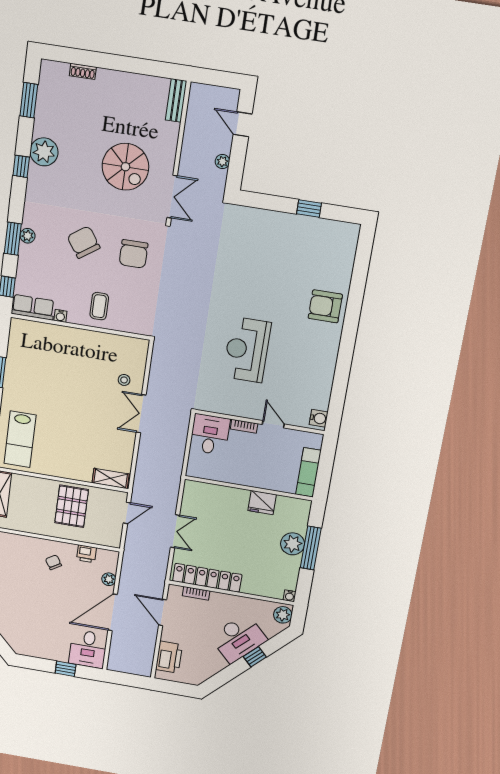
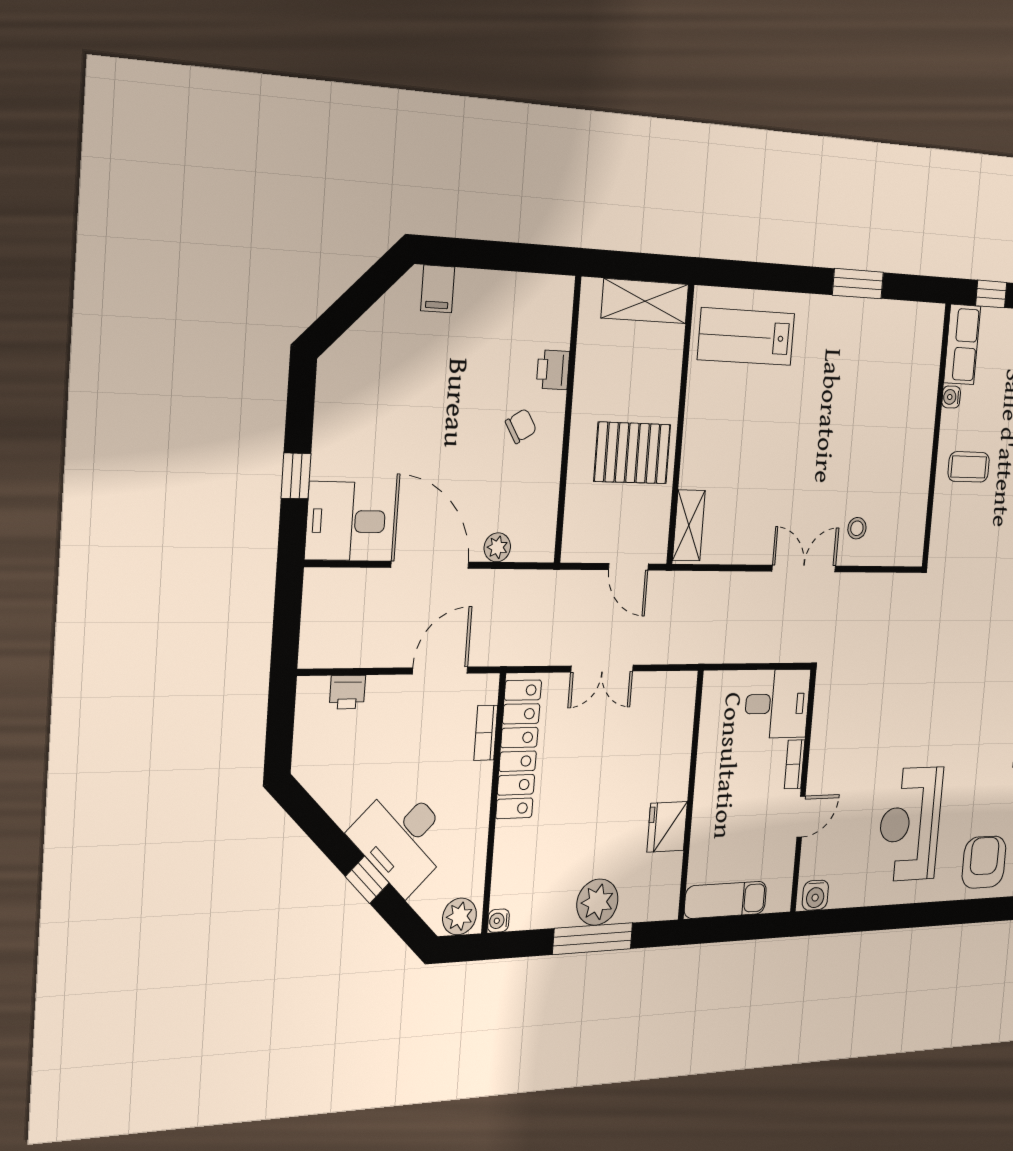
reception desk: (247, 350) -> (910, 824), moved, turned -90
printer: (86, 554) -> (553, 370), moved
printer: (169, 657) -> (347, 692), width x0.53, depth x0.68

